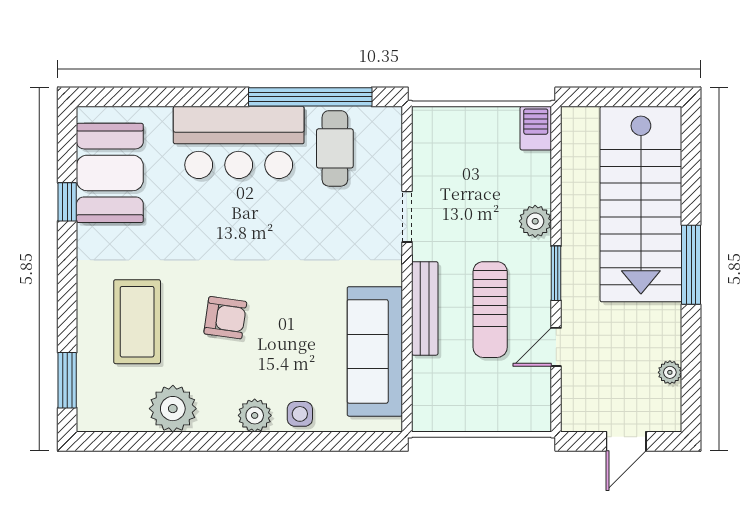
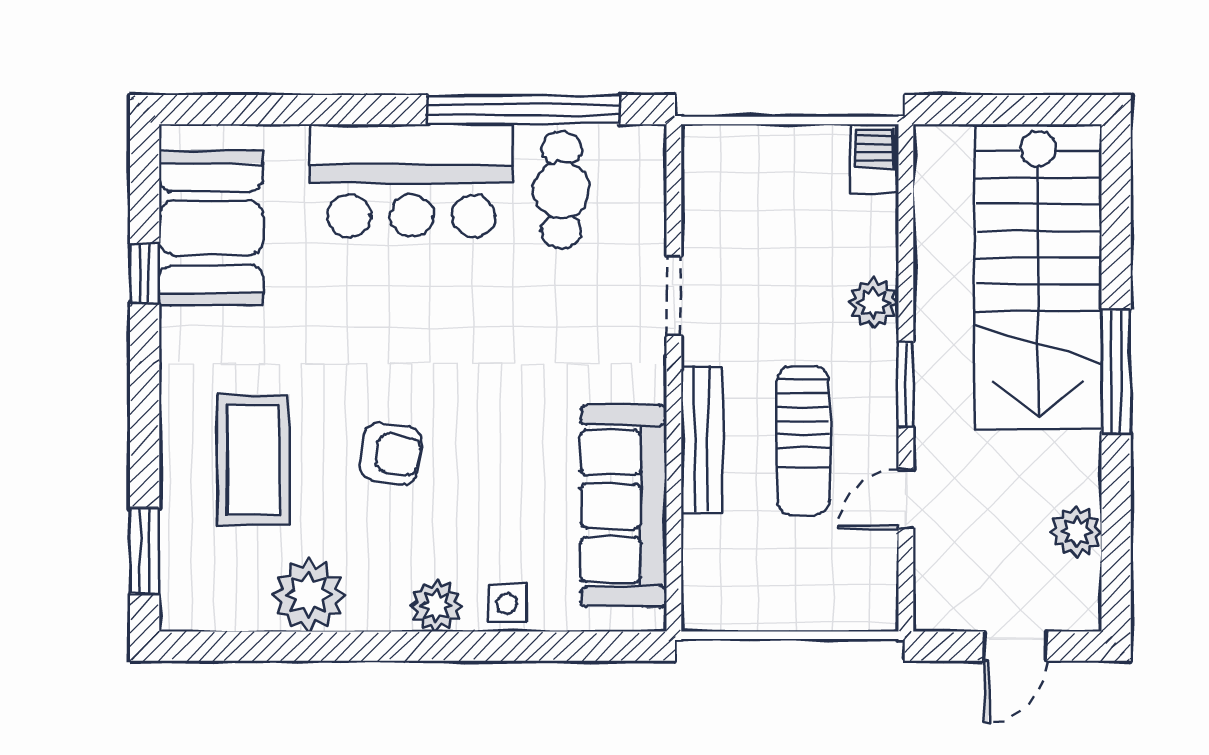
plant: (670, 372) -> (1076, 532), width x1.38, depth x1.38

